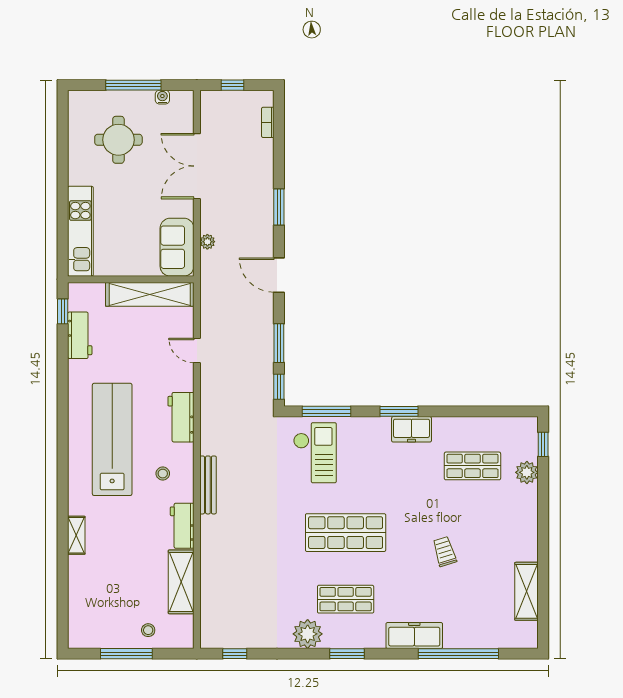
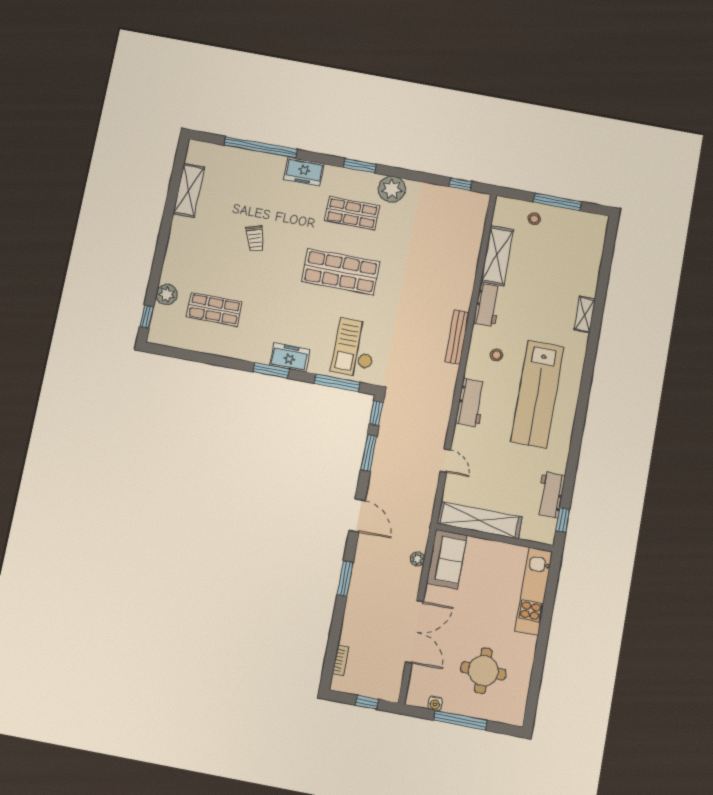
freezer: (412, 429) -> (290, 357), moved
freezer: (414, 636) -> (304, 172), width x0.71

